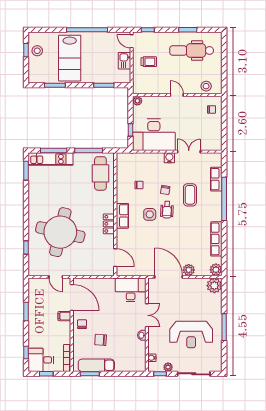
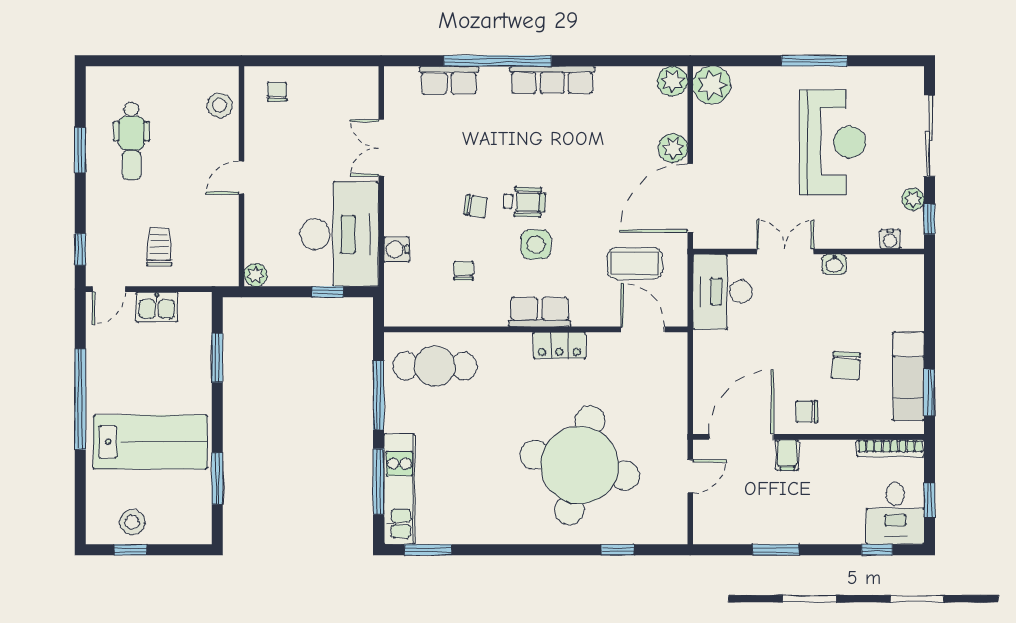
dental chair: (192, 51) -> (132, 141), width x0.73, depth x0.72
water cooler: (169, 158) -> (397, 249), moved
coffee table: (190, 195) -> (635, 263), moved
row of seats: (216, 239) -> (552, 80), moved
door: (115, 258) -> (643, 329), hinge flipped

